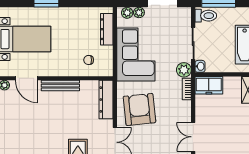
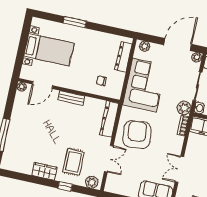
plant: (139, 13) -> (197, 57), moved
door: (26, 78) -> (43, 85), hinge flipped
bench: (60, 86) -> (71, 98), width x0.73

